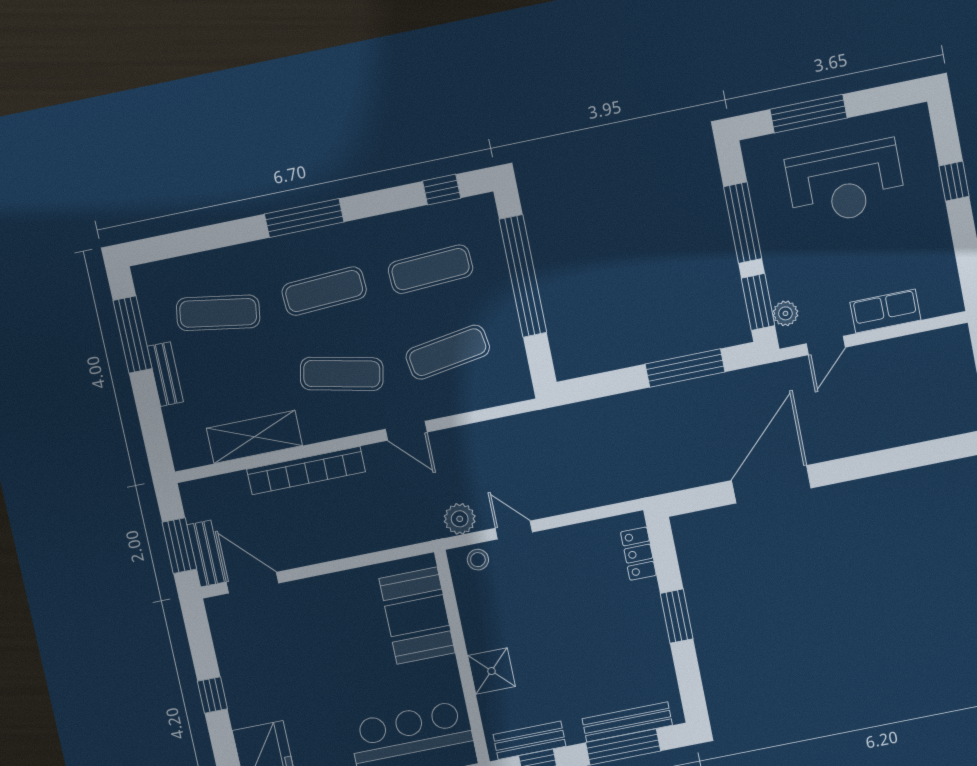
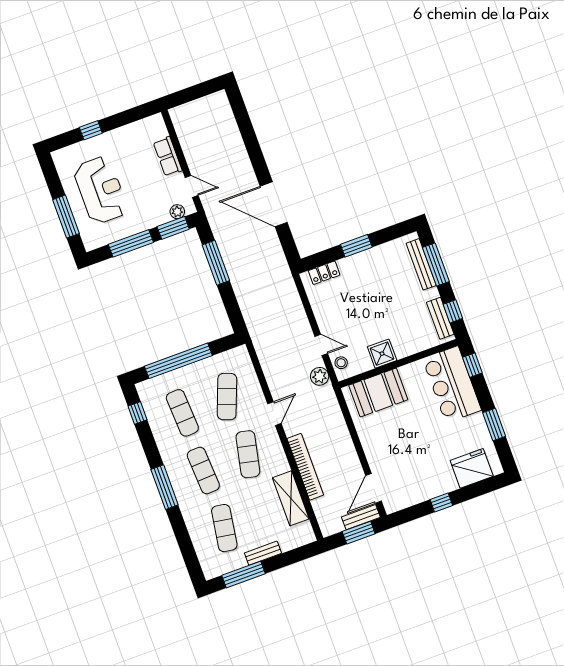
exercise mat: (448, 352) -> (227, 397), turned 30
door: (514, 530) -> (321, 345), swing flipped
shower: (492, 671) -> (382, 354), moved

